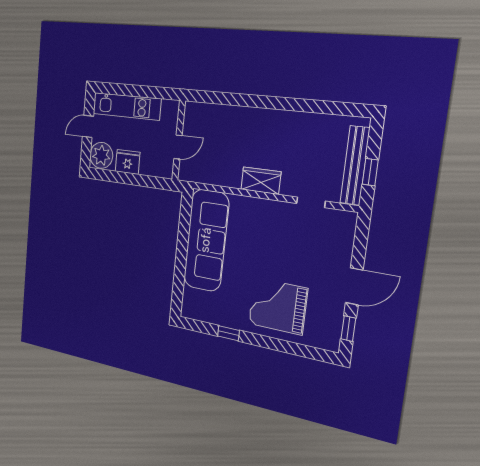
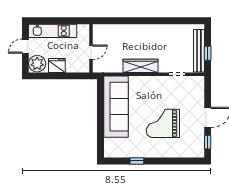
wardrobe: (261, 181) -> (140, 66), width x1.50
grand piano: (278, 306) -> (163, 123), moved

